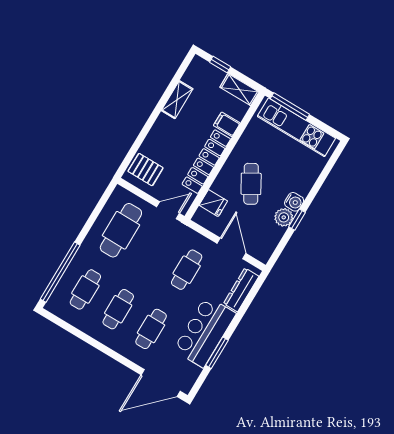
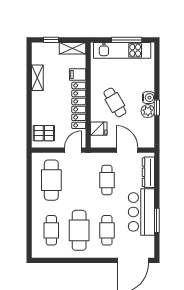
window: (290, 106) -> (127, 40), moved
window: (60, 272) -> (29, 229), removed
cafe table: (118, 309) -> (79, 230), width x1.37, depth x1.35

